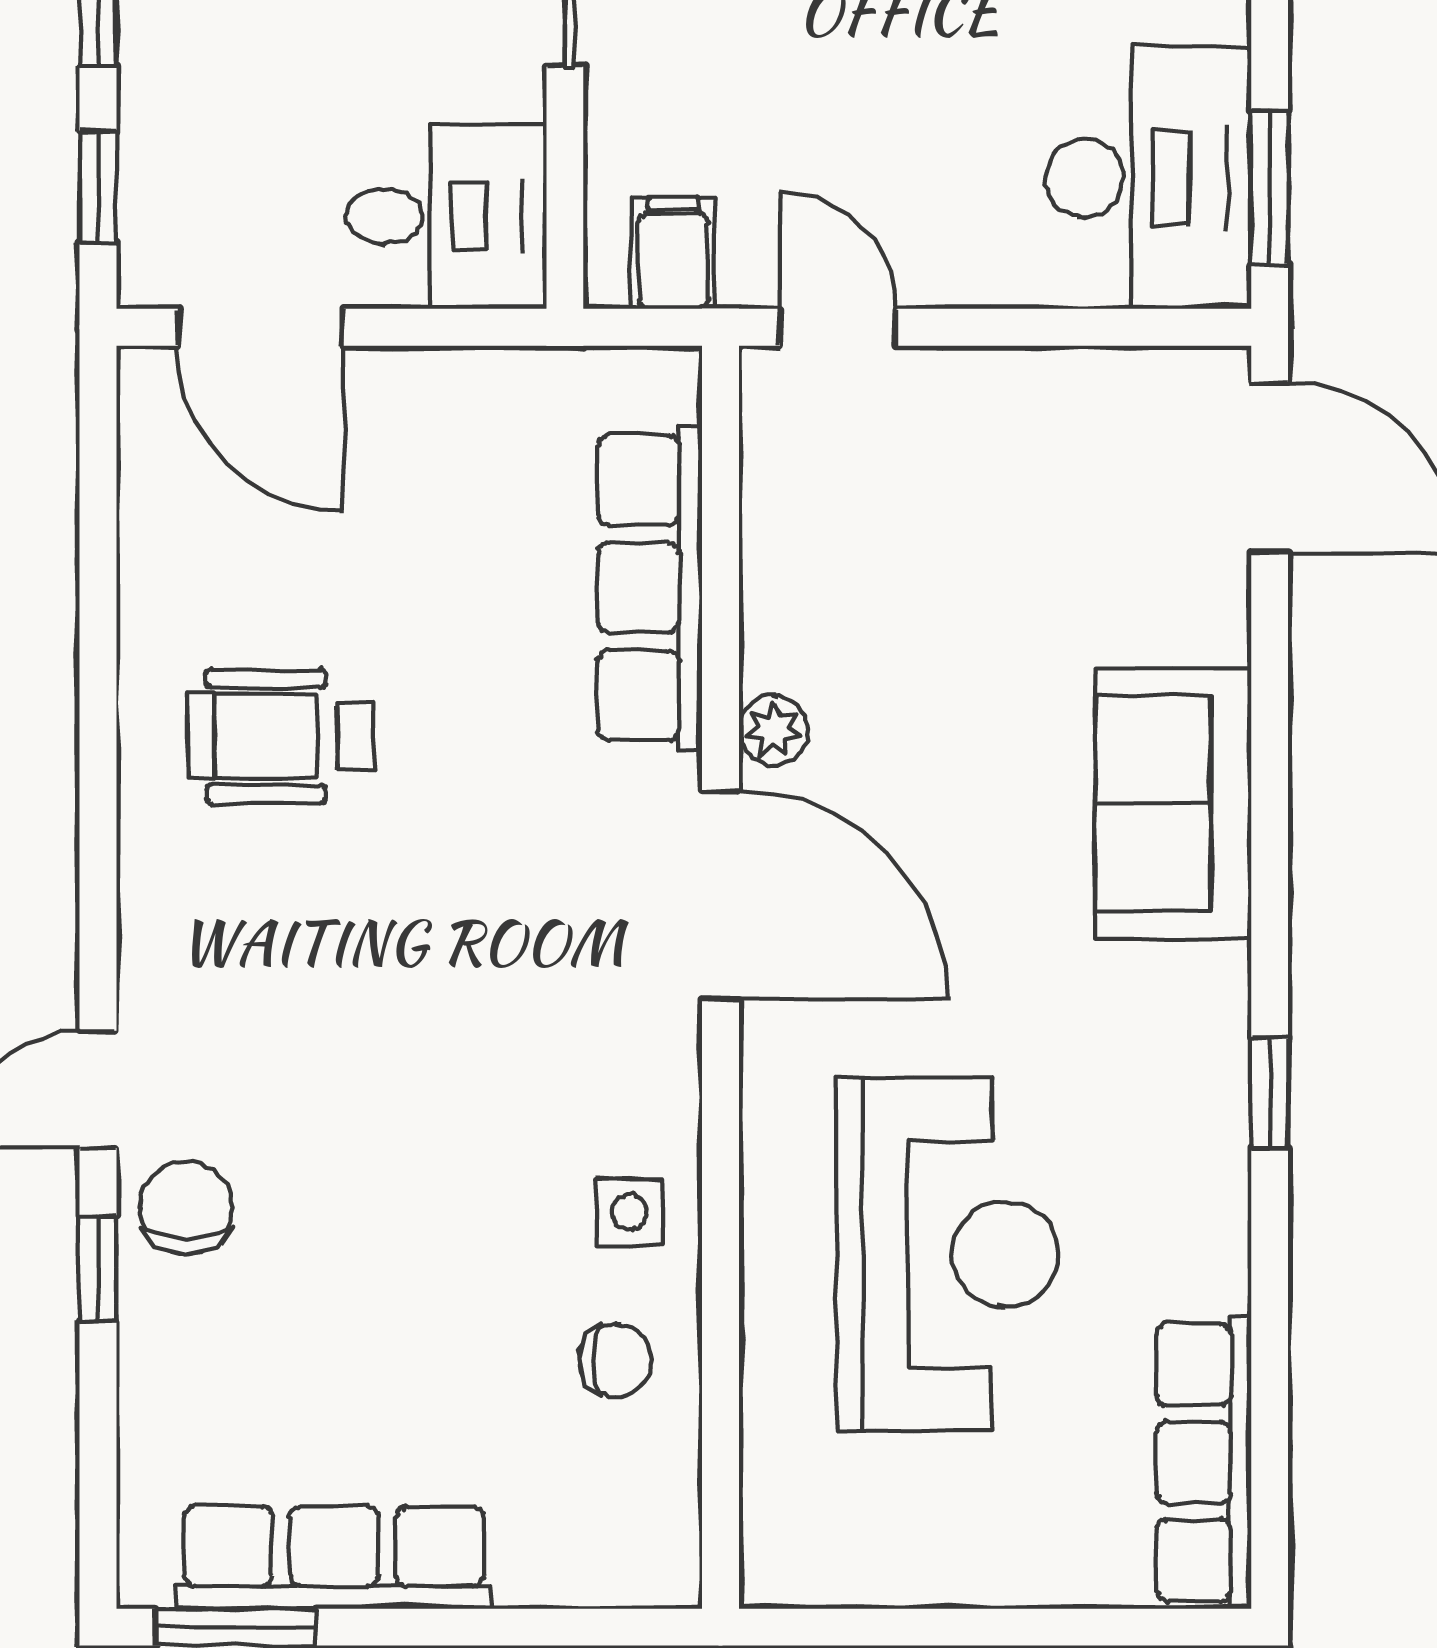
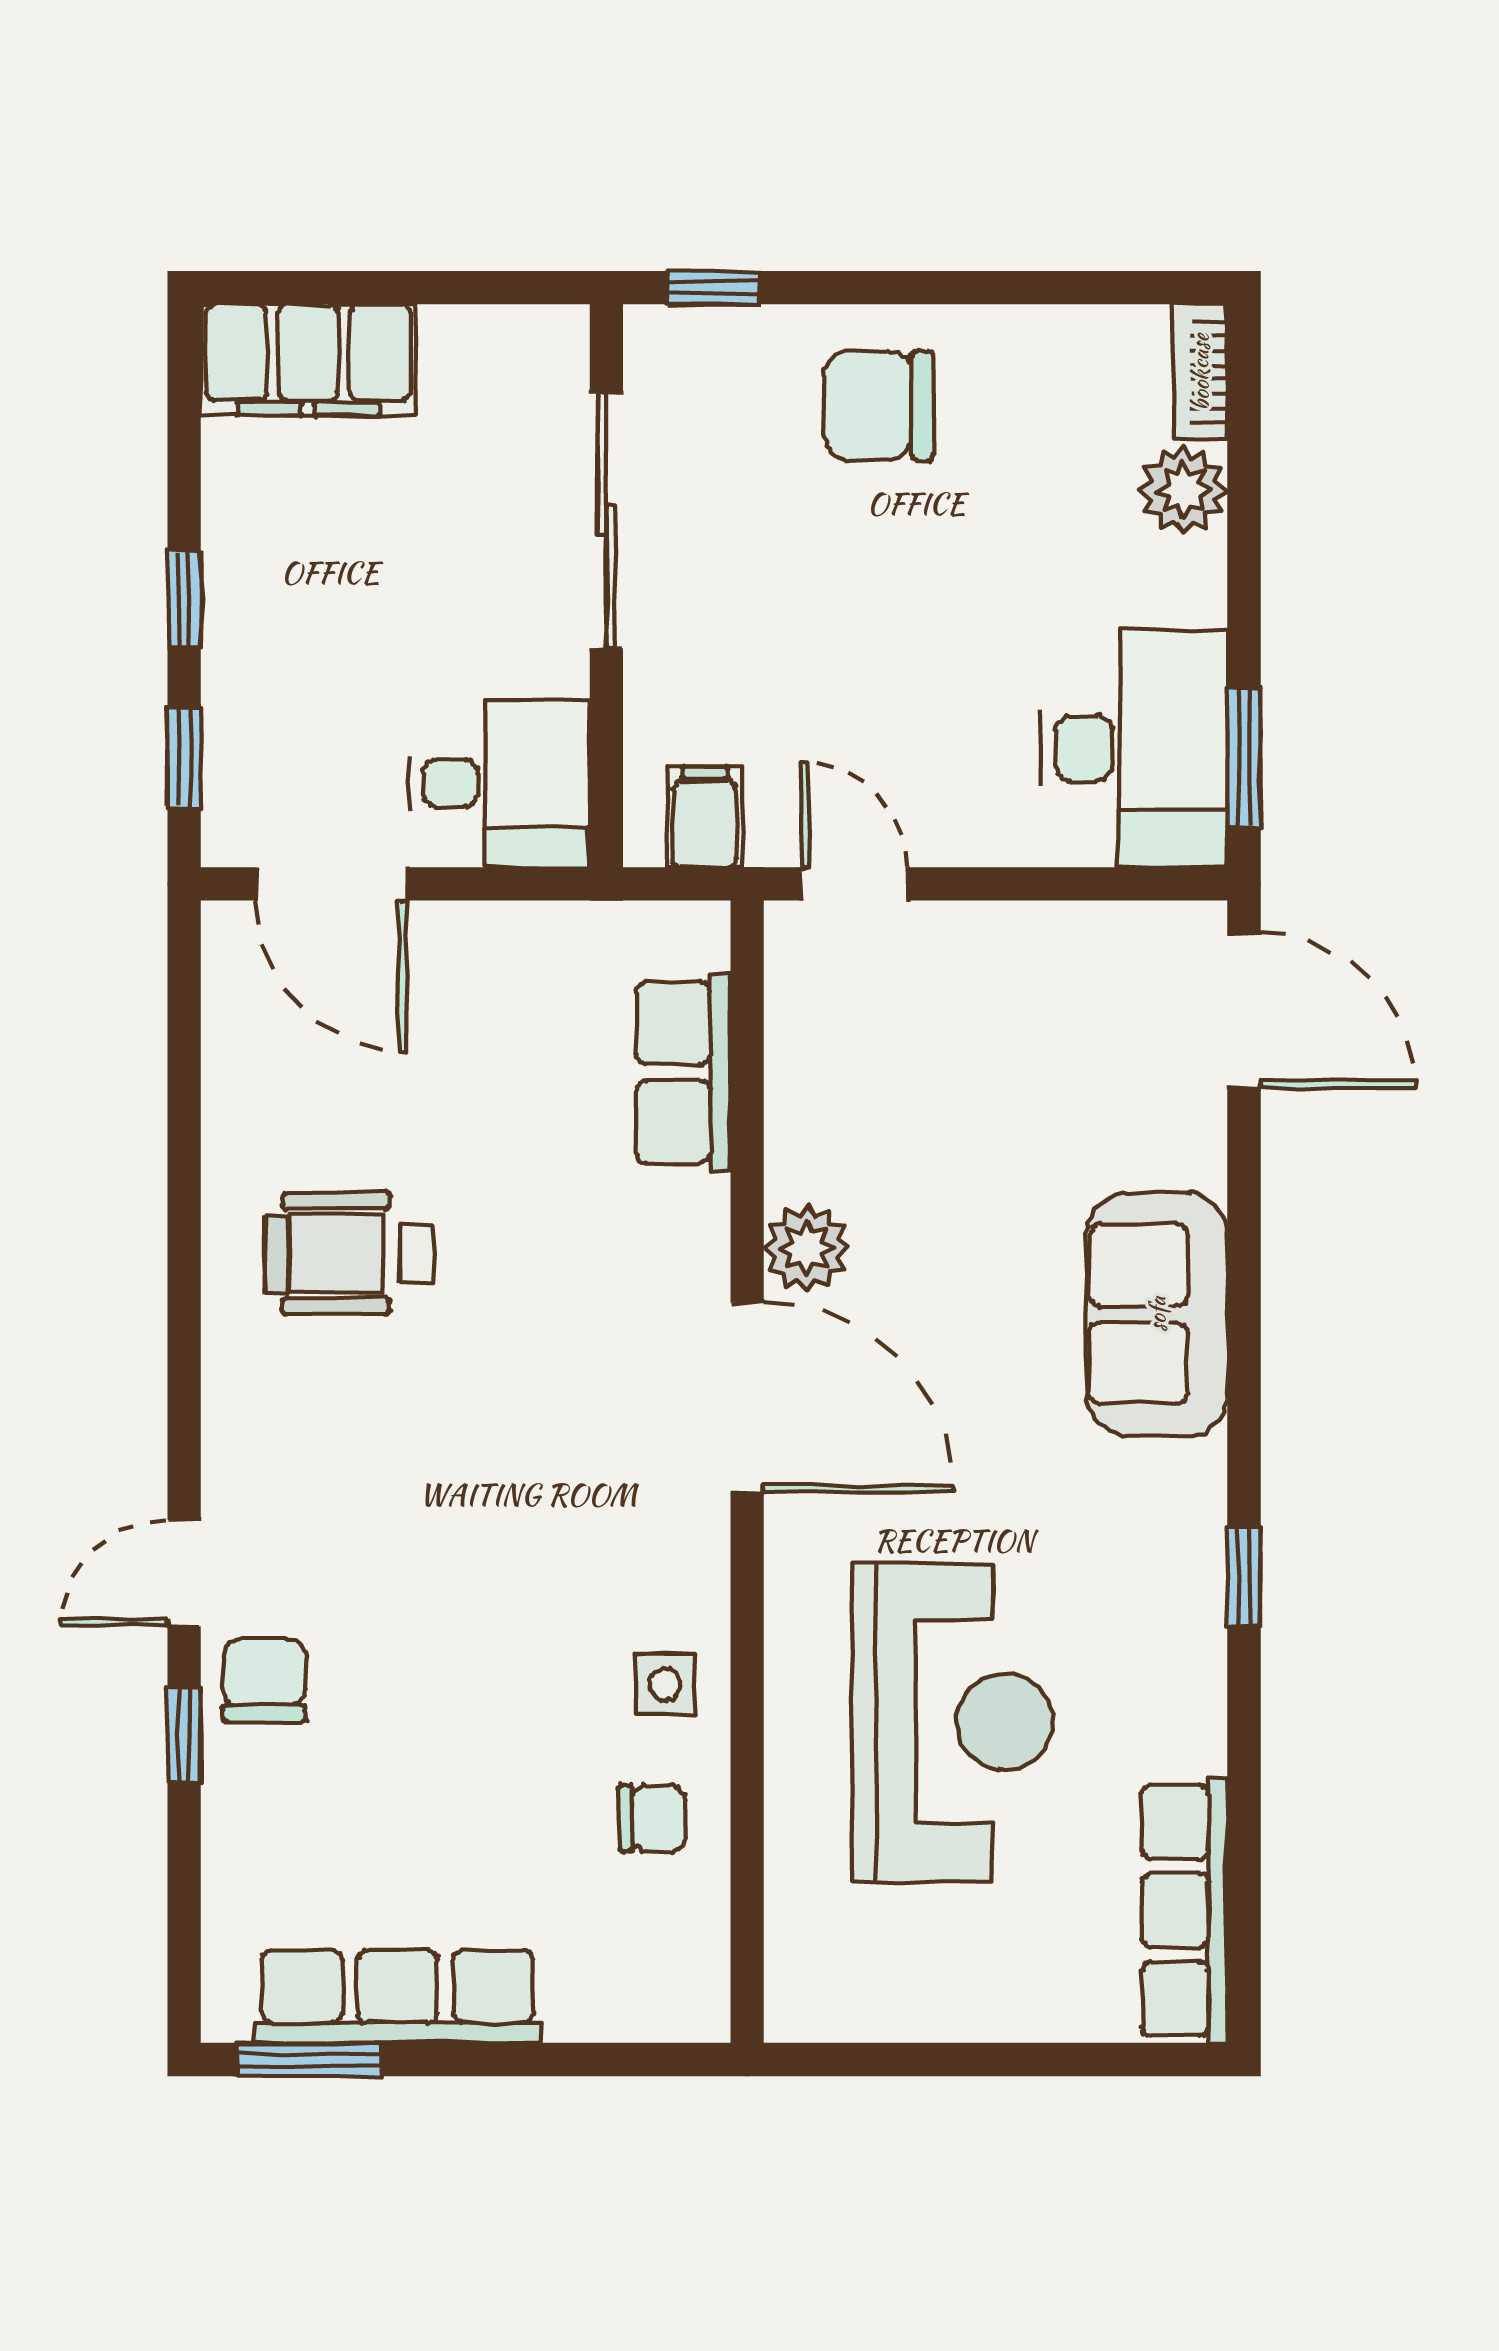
row of seats: (650, 588) -> (683, 1072), width x0.68
plant: (773, 730) -> (807, 1248), width x1.38, depth x1.38

